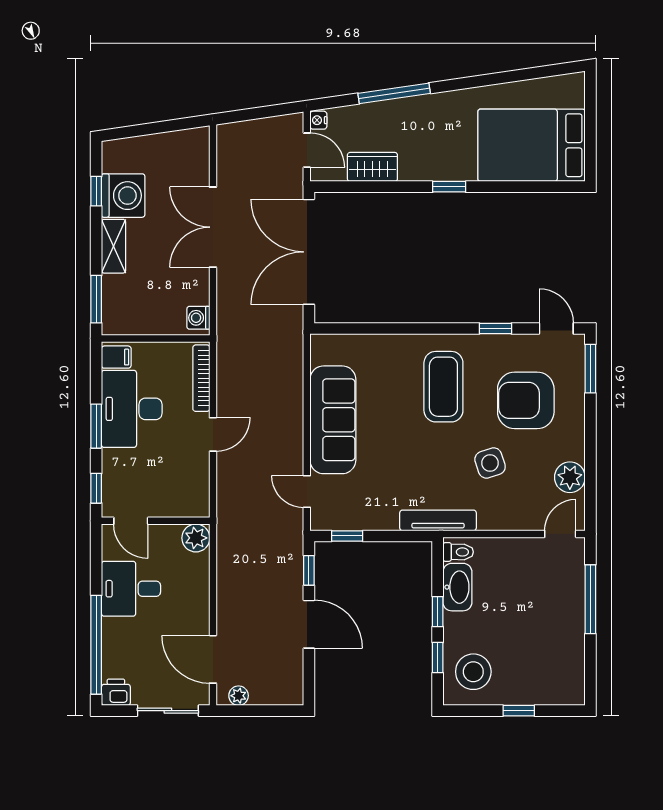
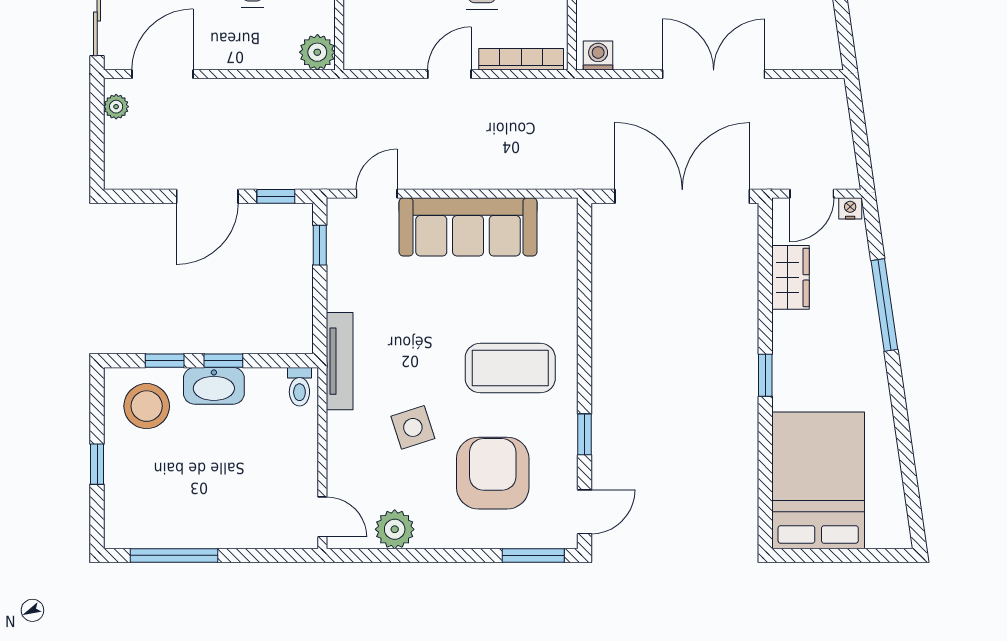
door: (213, 434) -> (449, 74), swing flipped
washbasin: (457, 587) -> (214, 386), moved
window: (590, 599) -> (174, 555), moved

